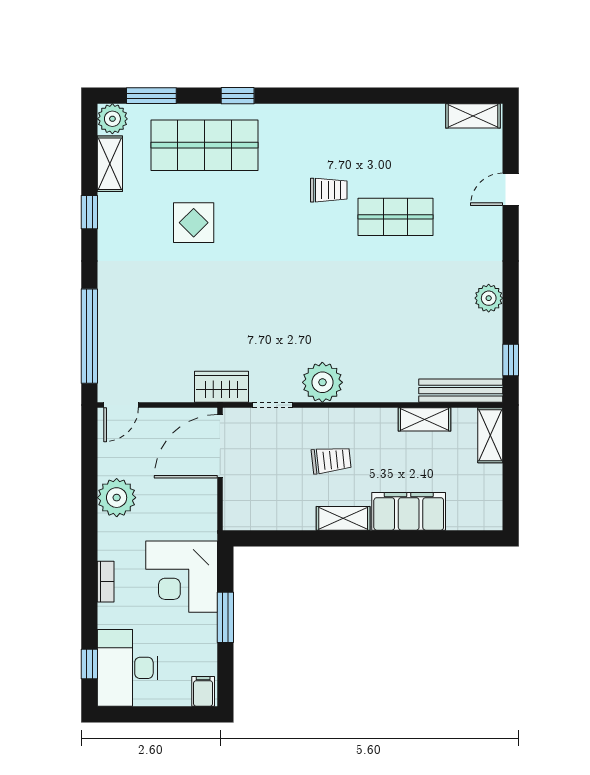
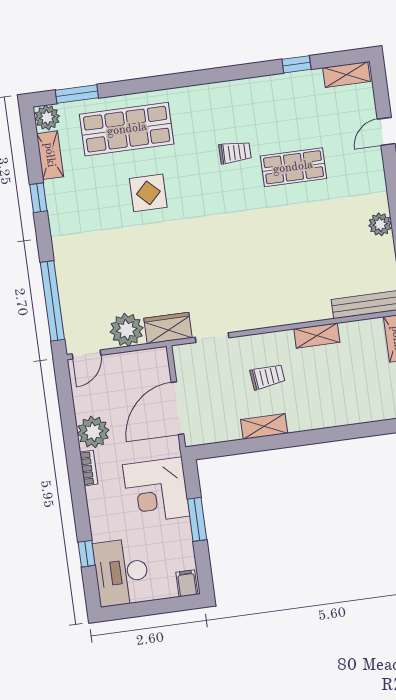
window: (238, 96) -> (297, 64), moved
display table: (194, 223) -> (148, 193), moved
plant: (322, 382) -> (127, 330), moved
shelving: (424, 419) -> (317, 336), moved
door: (220, 446) -> (177, 408), moved
filing cabinet: (409, 511) -> (338, 411), removed
shelving: (343, 518) -> (264, 426), moved
bookcase: (106, 582) -> (89, 468), moved
window: (89, 664) -> (87, 554), moved

